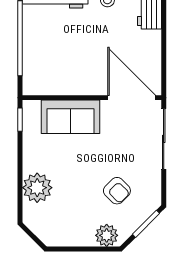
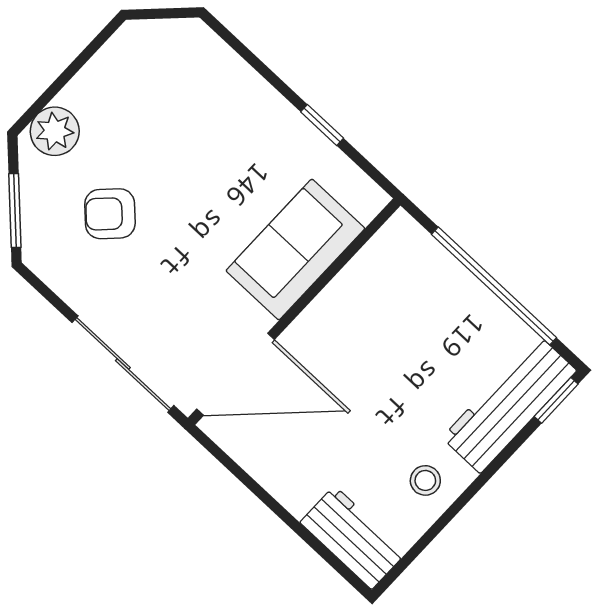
window: (20, 120) -> (322, 125), moved
plant: (37, 188) -> (233, 92), removed

